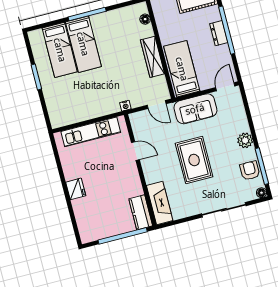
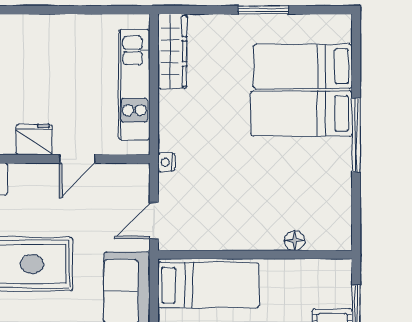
floor lamp: (145, 19) -> (294, 241), moved
wardrobe: (152, 57) -> (172, 51), moved, turned 90
fridge: (76, 189) -> (34, 139), moved, turned 180

